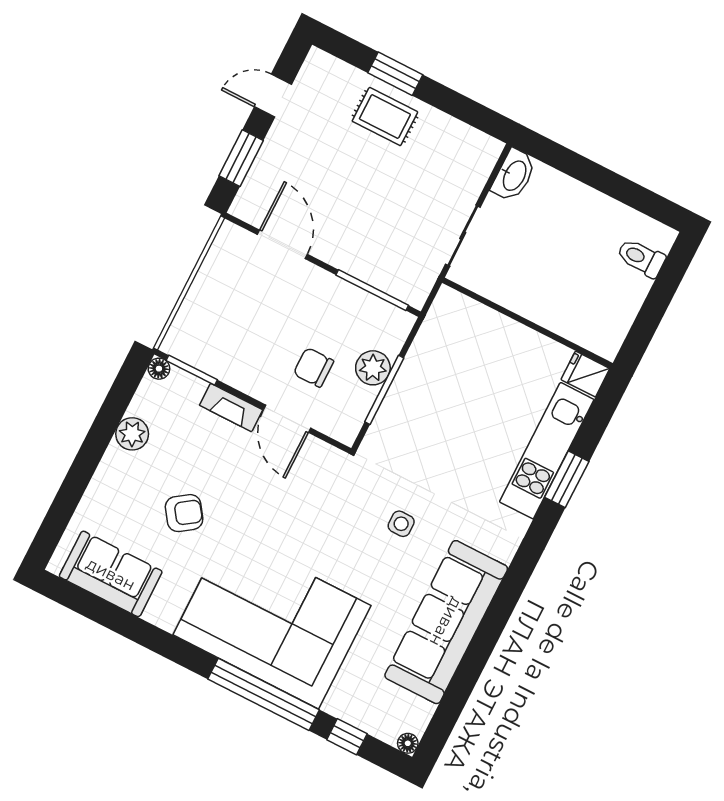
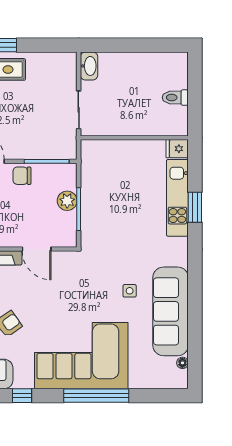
toilet: (641, 258) -> (175, 98), moved
chair: (313, 367) -> (22, 176), moved
side table: (401, 524) -> (130, 291), moved
window: (347, 737) -> (22, 396), moved
floor lamp: (408, 743) -> (182, 363), moved

